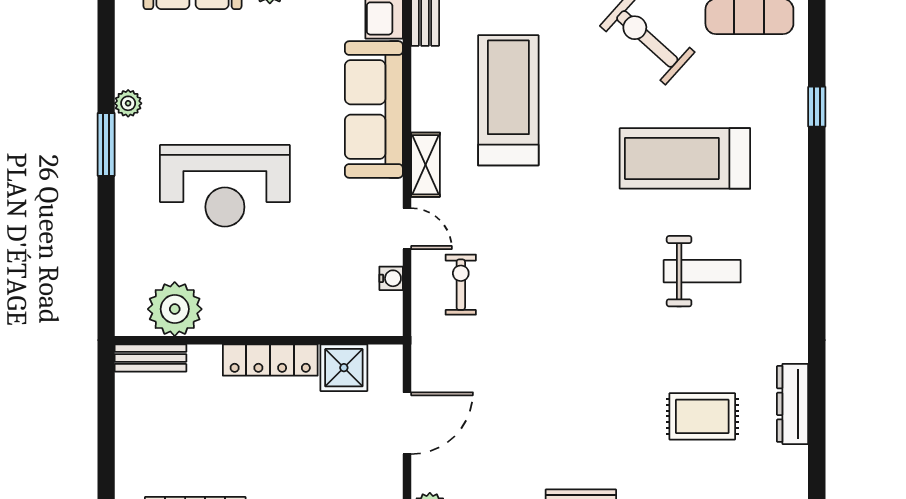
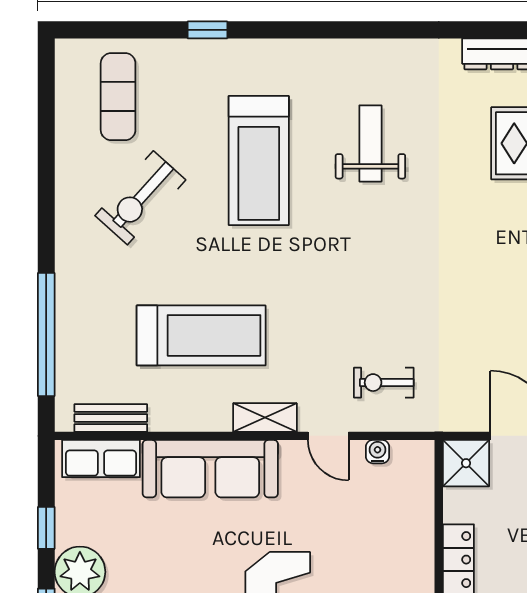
treadmill: (508, 100) -> (201, 335), turned 180
door: (407, 229) -> (328, 436), swing flipped
shower: (344, 368) -> (466, 463), moved

